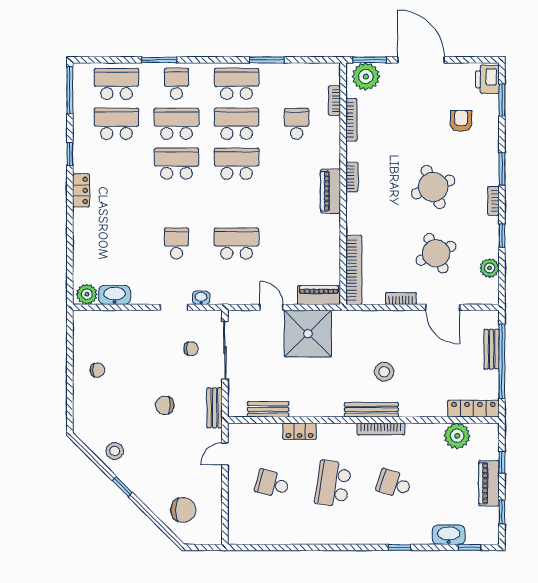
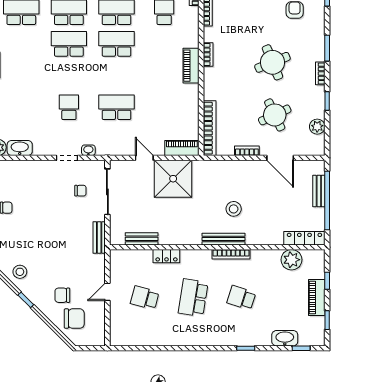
chair: (165, 405) -> (62, 295), moved
door: (225, 454) -> (107, 292), moved

